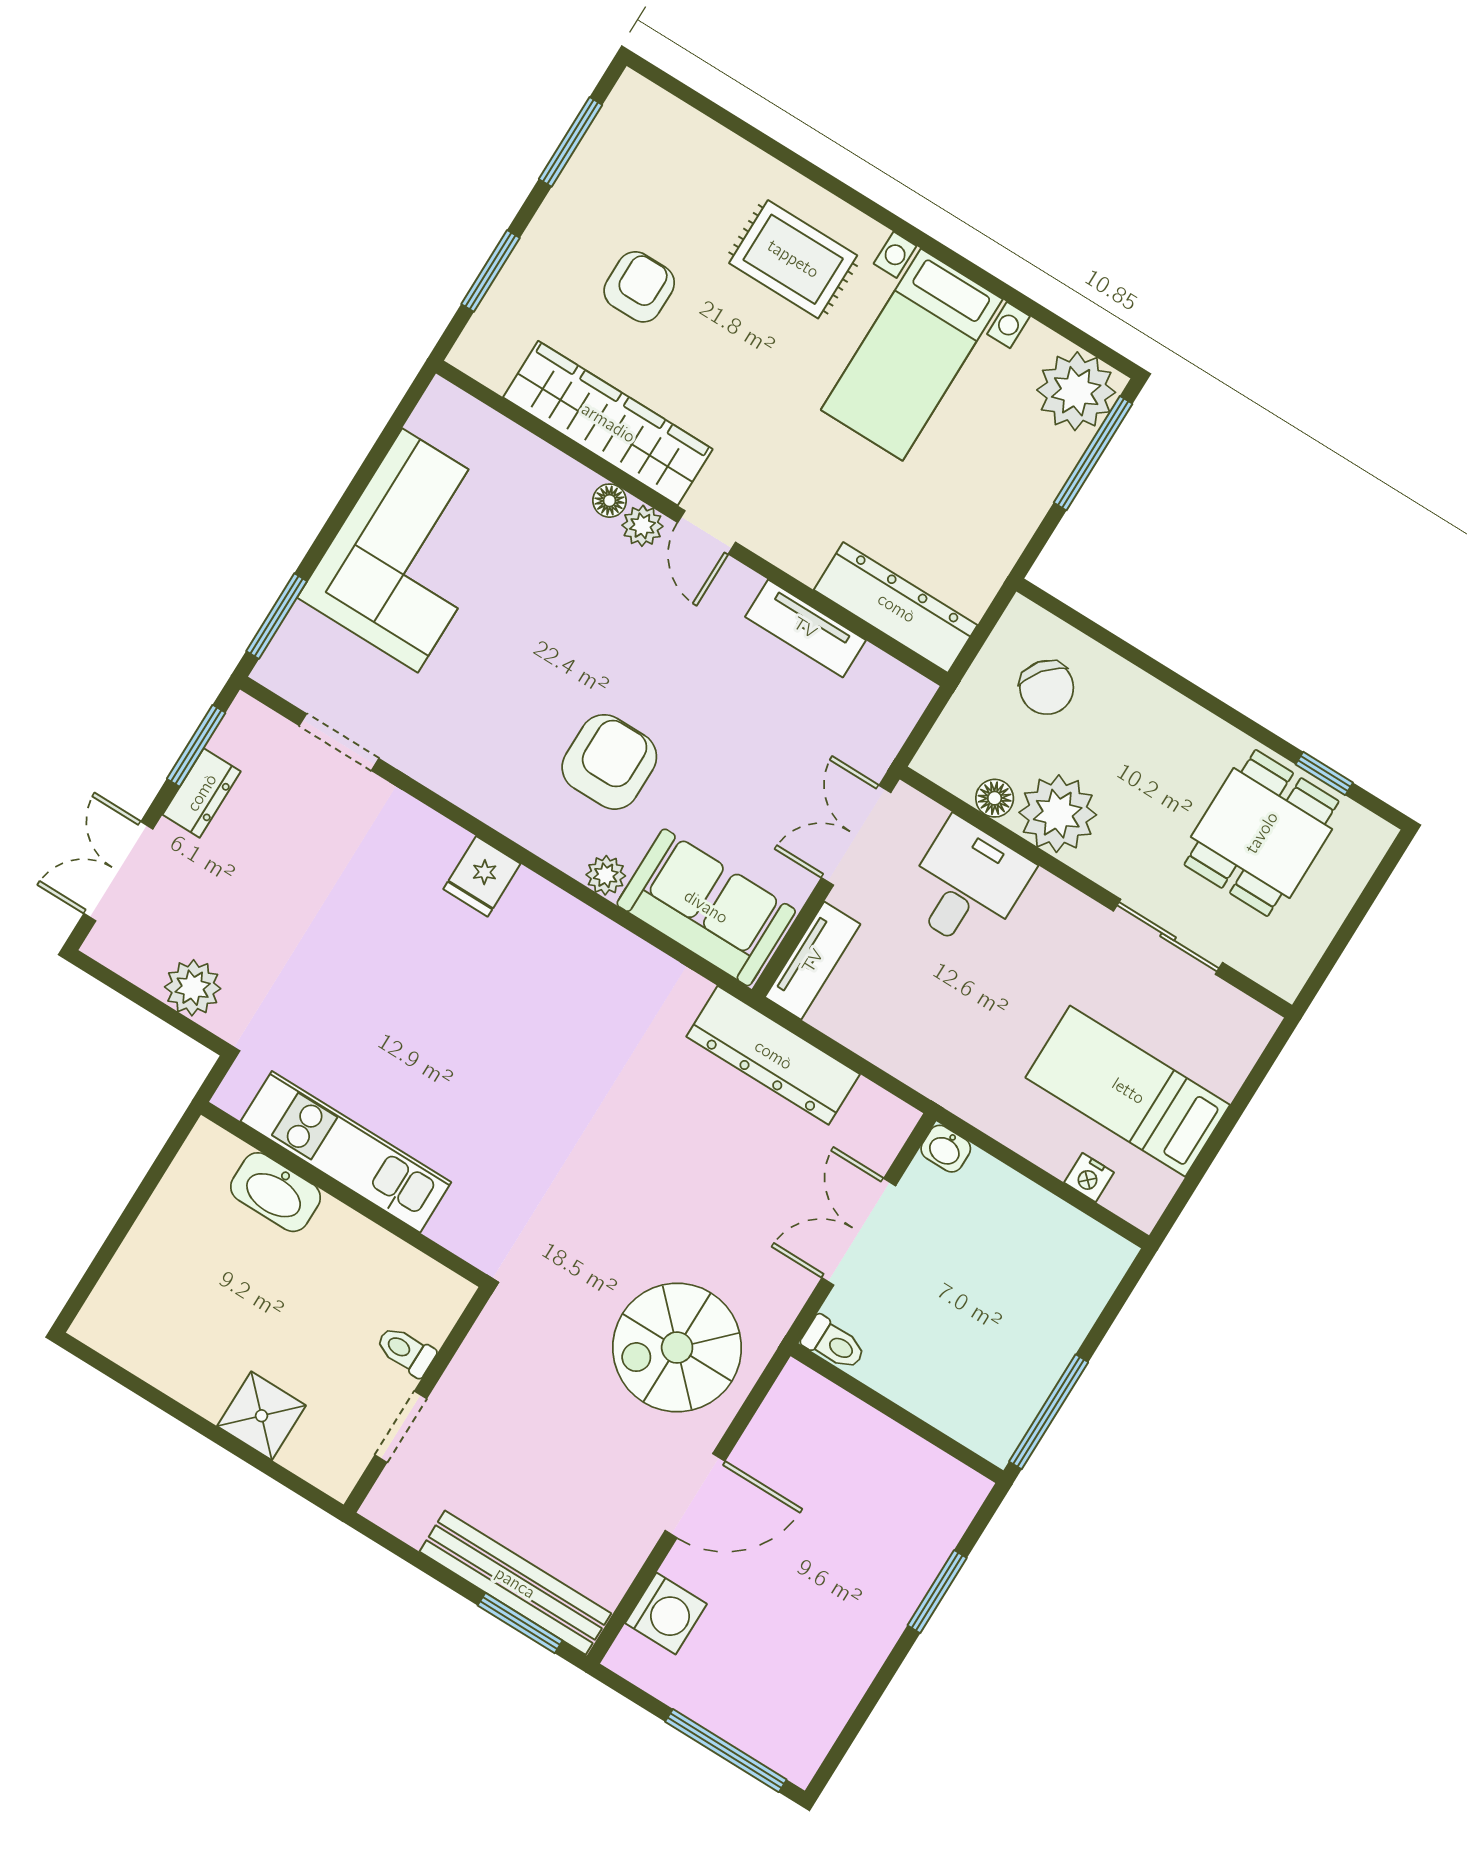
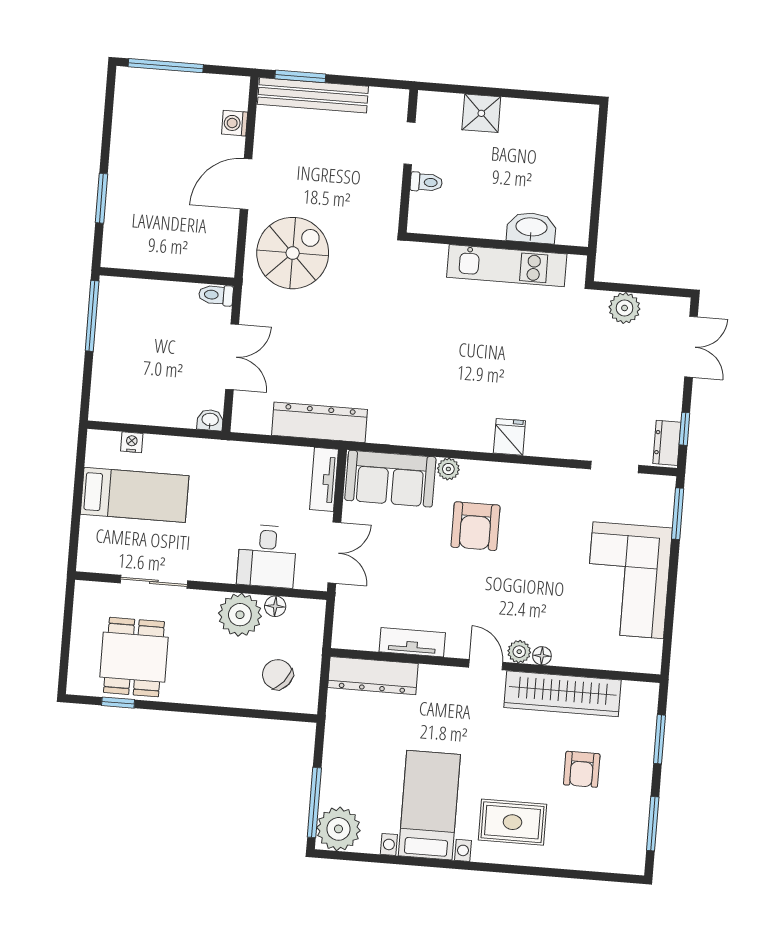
window: (196, 746) -> (684, 429), width x0.67
dresser: (202, 793) -> (667, 443), moved
washing machine: (666, 1614) -> (235, 123), width x0.73, depth x0.73

